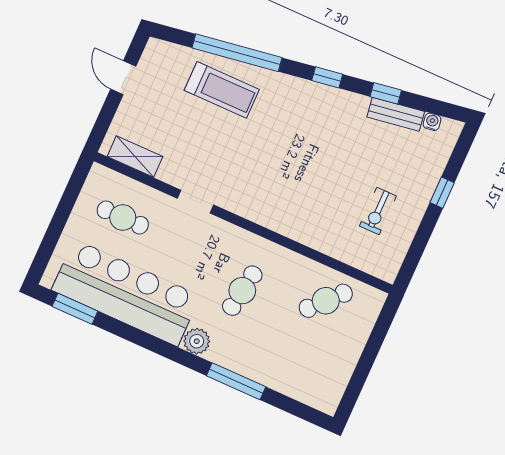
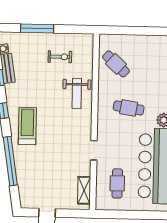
treadmill: (222, 90) -> (27, 126), moved
window: (442, 193) -> (37, 28), width x2.17
weight bench: (304, 213) -> (77, 93), added

